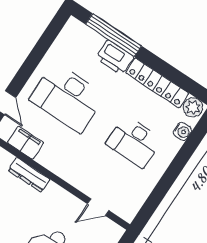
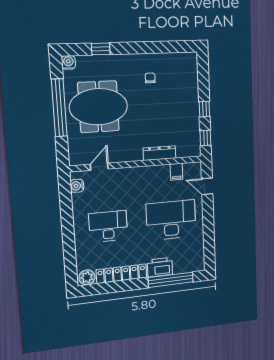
water cooler: (182, 131) -> (77, 186), moved
filing cabinet: (26, 143) -> (177, 172), width x0.50

